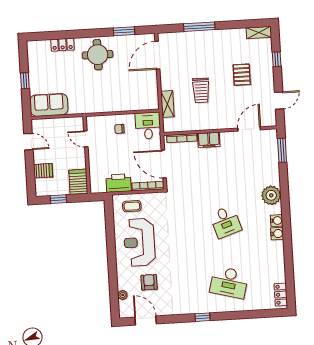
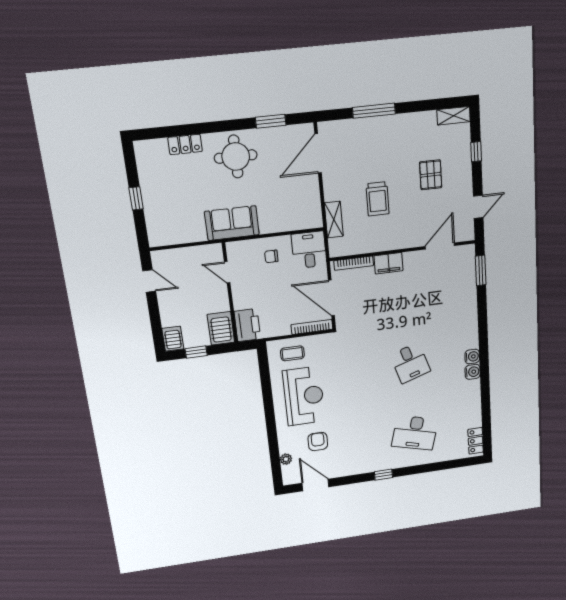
sofa: (49, 105) -> (232, 223), moved
server rack: (43, 171) -> (173, 339), moved, turned -90
printer: (119, 183) -> (247, 325), moved, turned 90
plant: (271, 195) -> (466, 327), removed
reception desk: (139, 242) -> (304, 396), turned 180

